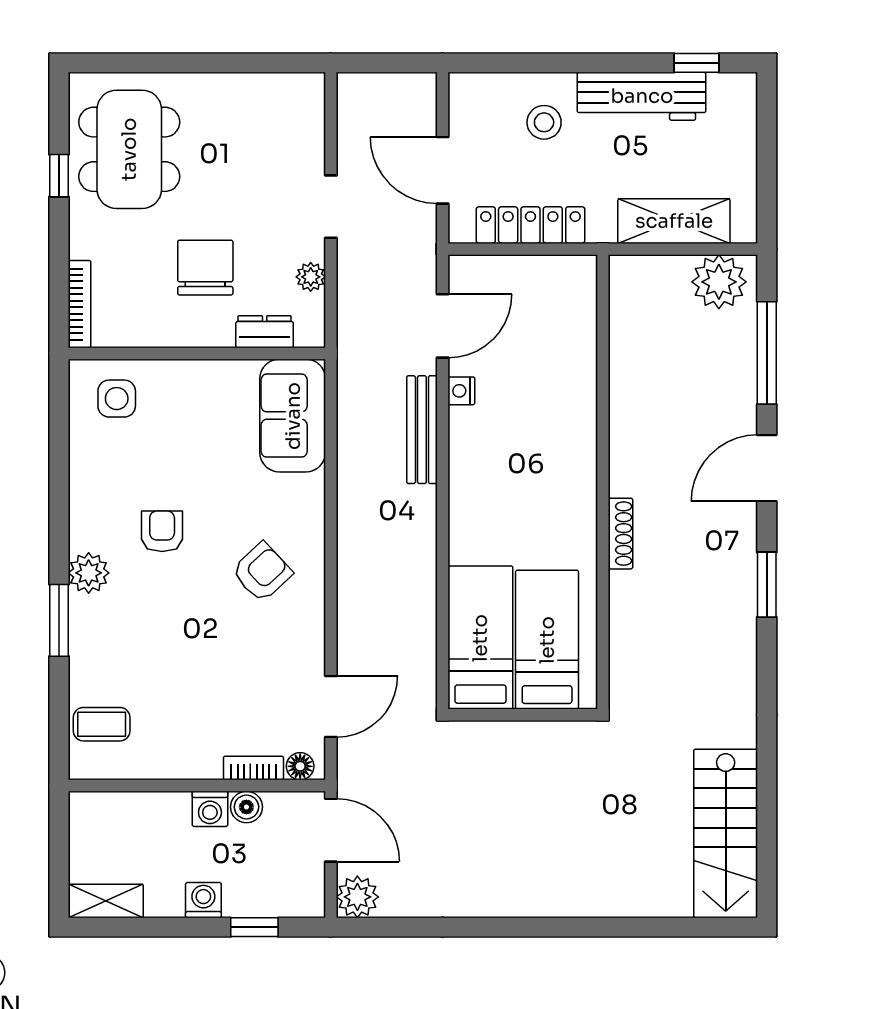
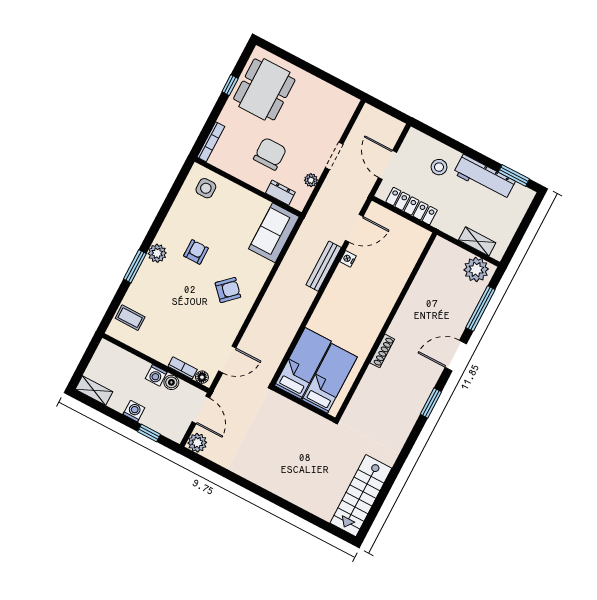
window: (697, 63) -> (514, 175), width x1.50
shelving: (674, 221) -> (477, 241), width x0.67, depth x0.75

